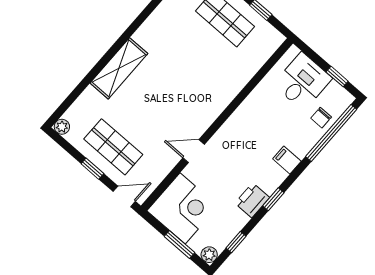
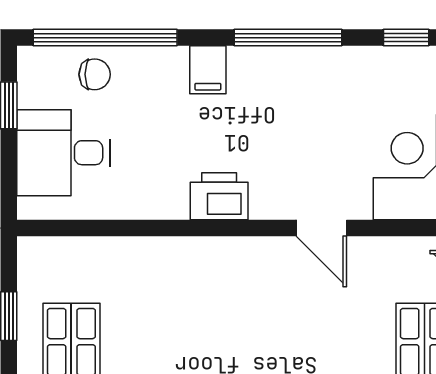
window: (273, 199) -> (288, 38), width x2.17
printer: (252, 200) -> (219, 196), moved, turned 180

